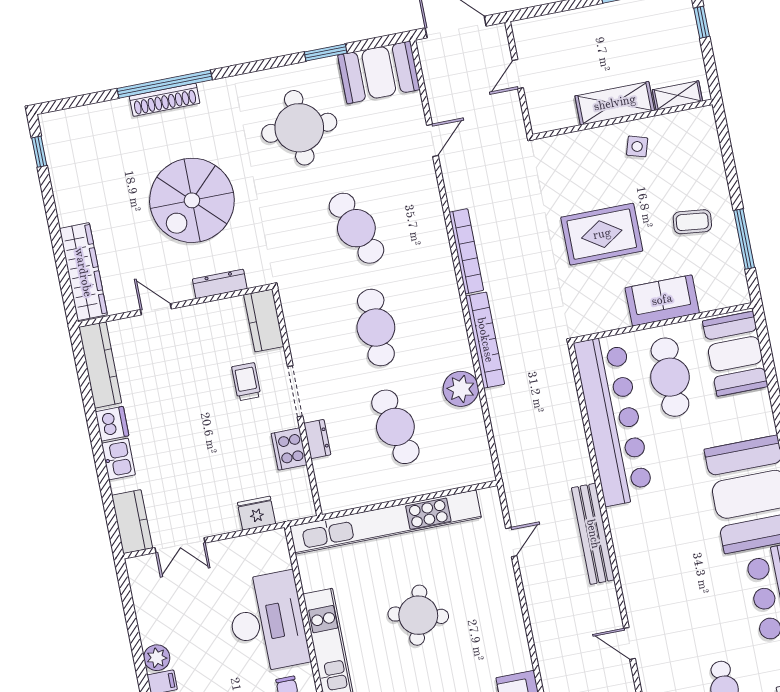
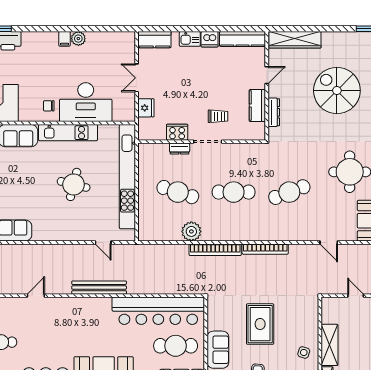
spiral stairs: (192, 200) -> (337, 91), moved
kitchen counter: (264, 321) -> (257, 105), moved, turned -90
cafe table: (395, 427) -> (178, 192), turned 30
double door: (180, 545) -> (137, 78), moved

